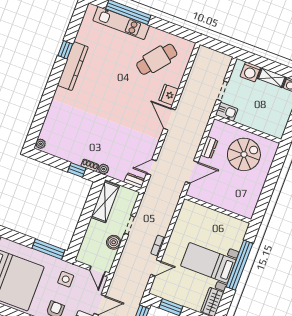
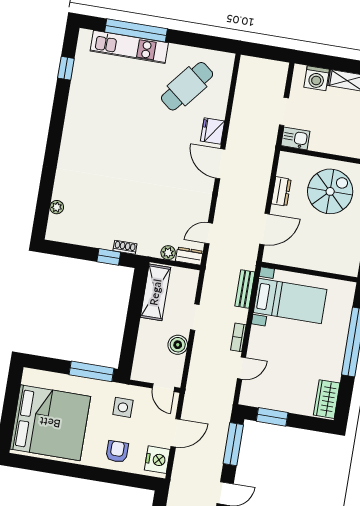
window: (65, 50) -> (66, 68), moved
kitchen counter: (73, 66) -> (76, 118), removed
plant: (41, 144) -> (57, 207), moved
plant: (104, 169) -> (168, 253), moved
bench: (169, 212) -> (245, 289), added
bed with nightstands: (208, 263) -> (290, 301), moved, turned 180

